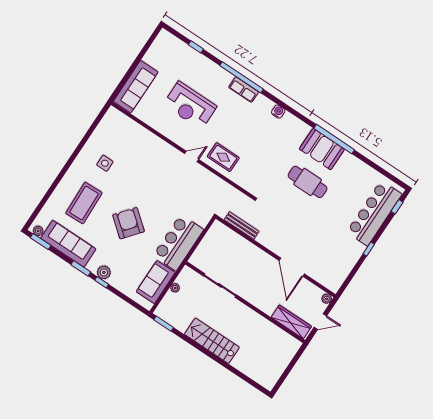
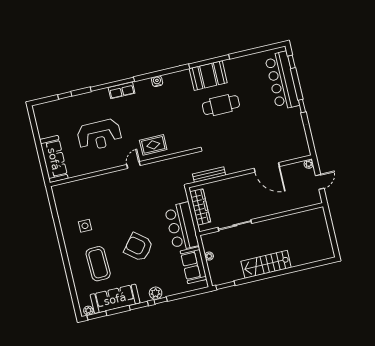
wardrobe: (291, 322) -> (200, 207), moved, turned 90

